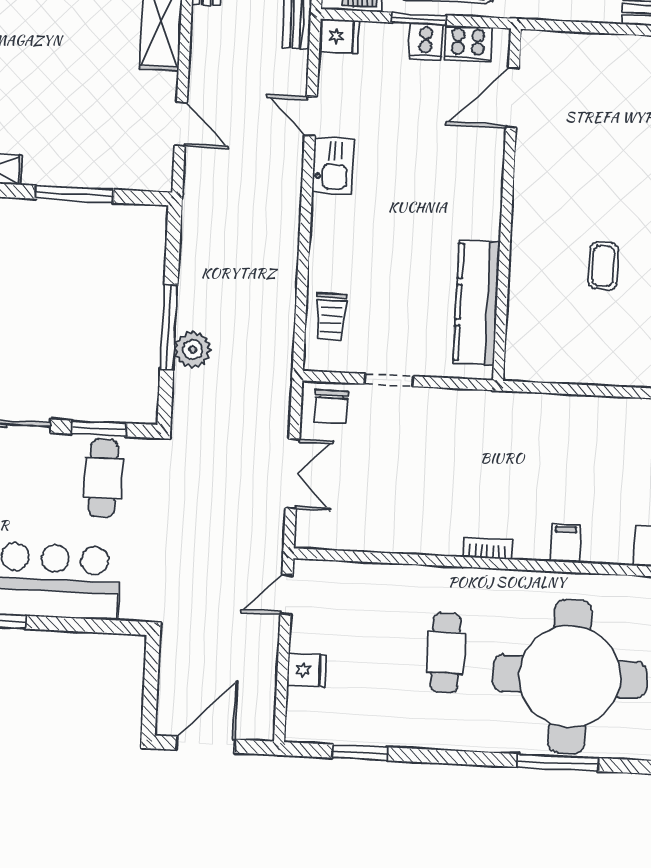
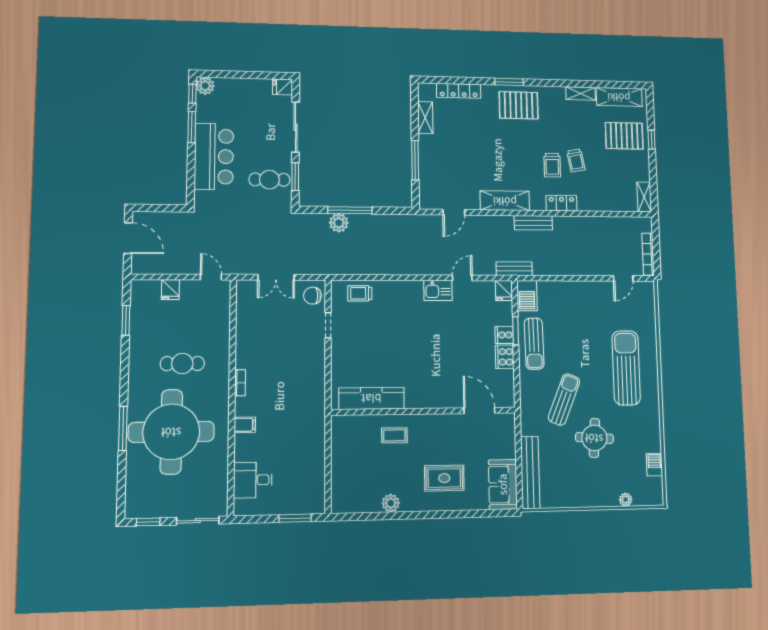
door: (512, 98) -> (479, 411), moved
wall: (507, 205) -> (424, 411), moved
kitchen counter: (477, 303) -> (371, 398), moved

